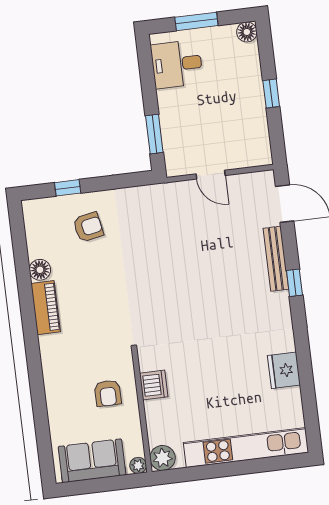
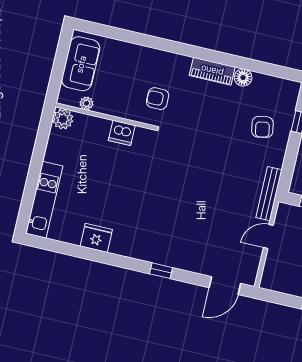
bench: (276, 259) -> (269, 194), moved, turned 90
armchair: (108, 393) -> (158, 99), moved
kitchen unit: (246, 448) -> (44, 200), width x0.73
plant: (138, 465) -> (87, 103), moved

